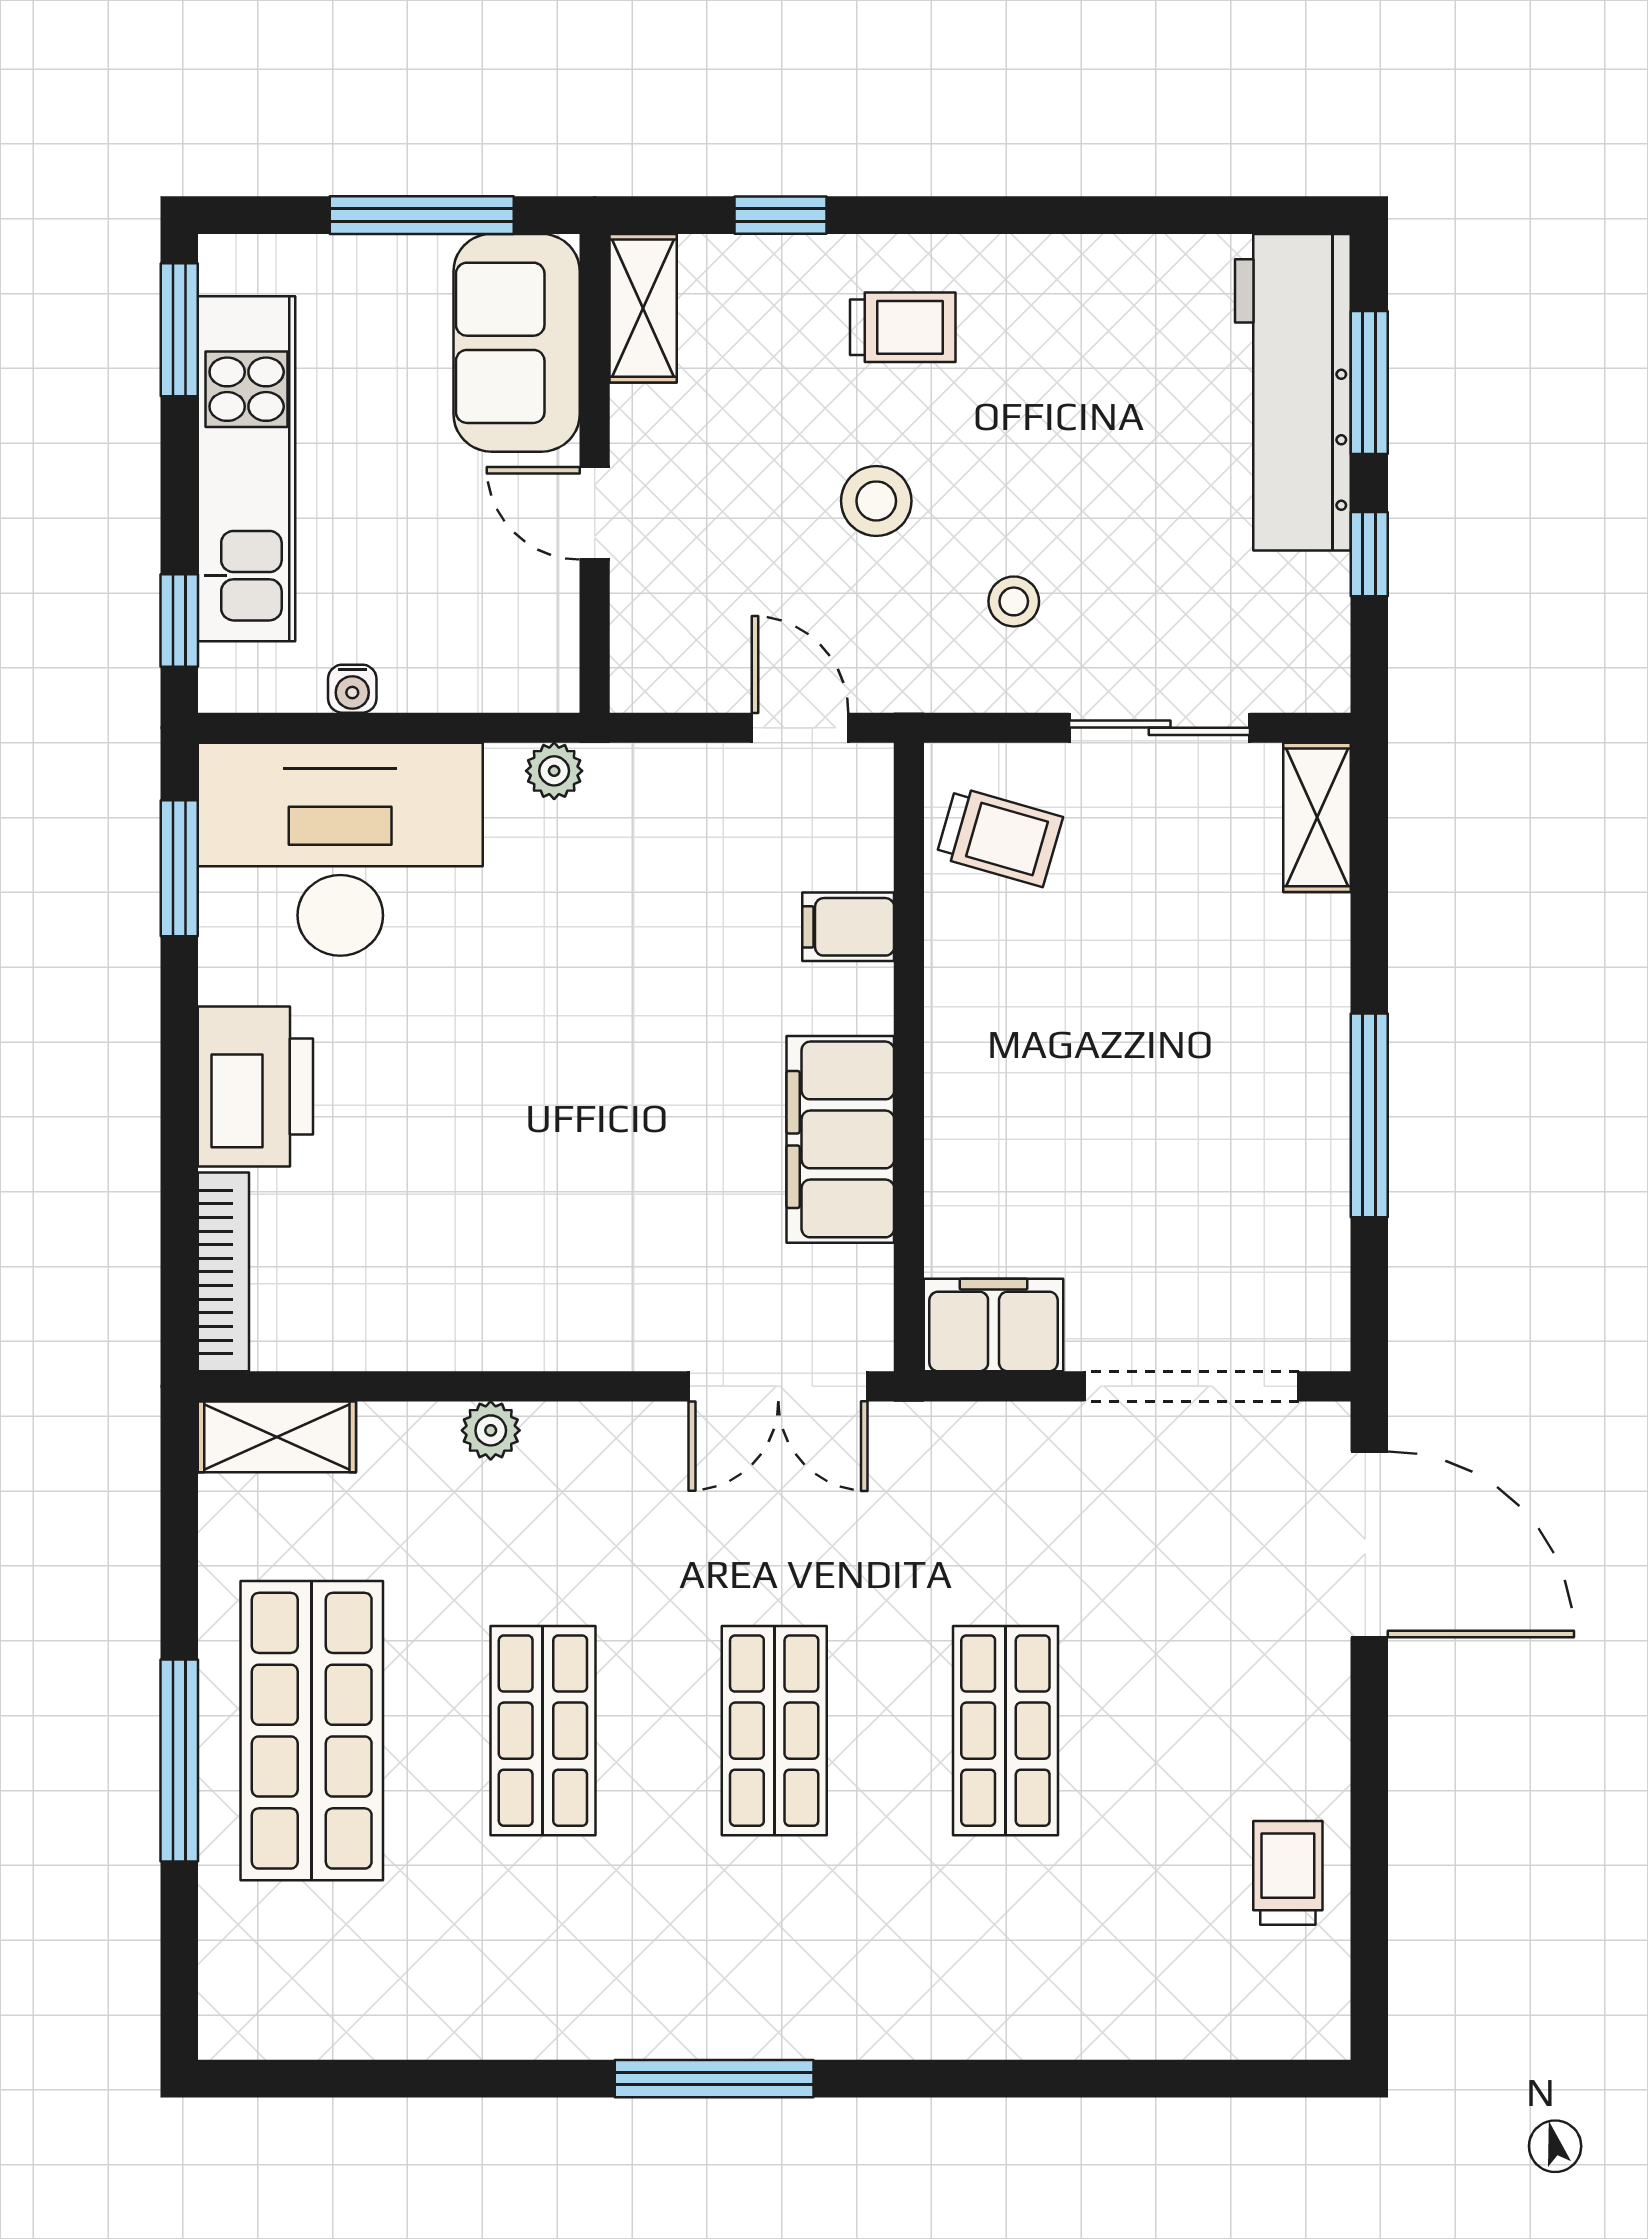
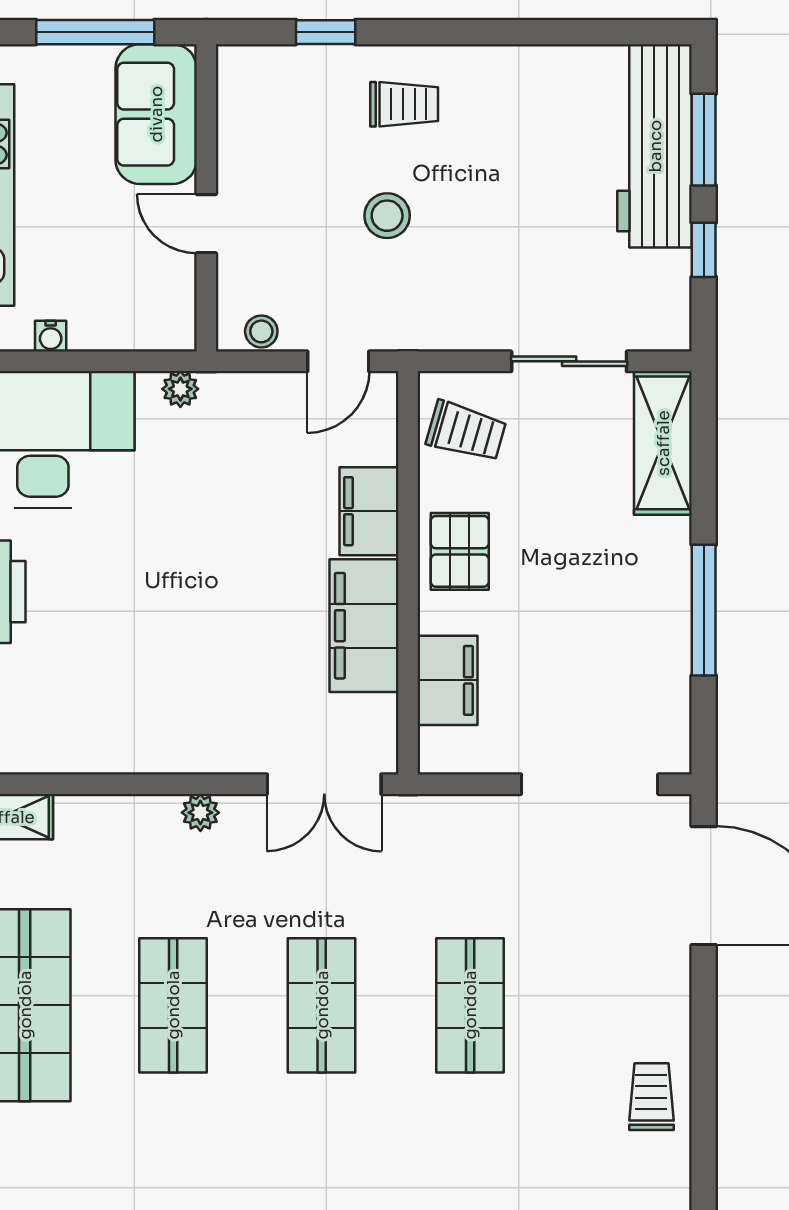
shelving: (643, 308) -> (237, 92), removed
stool: (1014, 601) -> (261, 331), moved
door: (800, 728) -> (338, 361), swing flipped
shelving: (1317, 817) -> (663, 443), width x1.50, depth x1.33
filing cabinet: (848, 927) -> (369, 511), width x2.00
pallet: (989, 1024) -> (460, 551), added
filing cabinet: (994, 1325) -> (448, 680), moved, turned 90
plant: (491, 1430) -> (200, 813), moved

